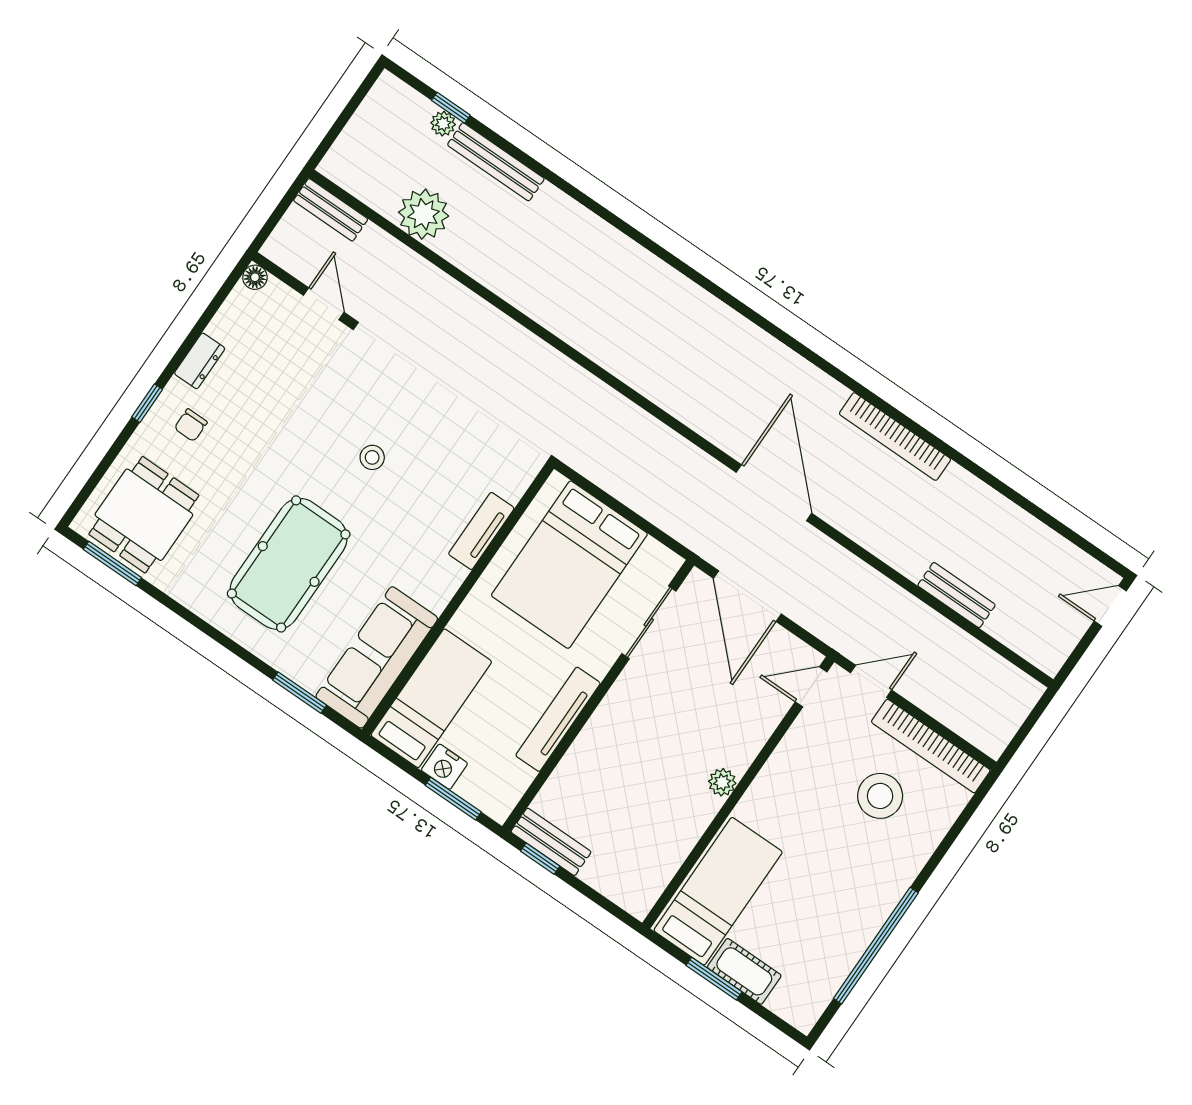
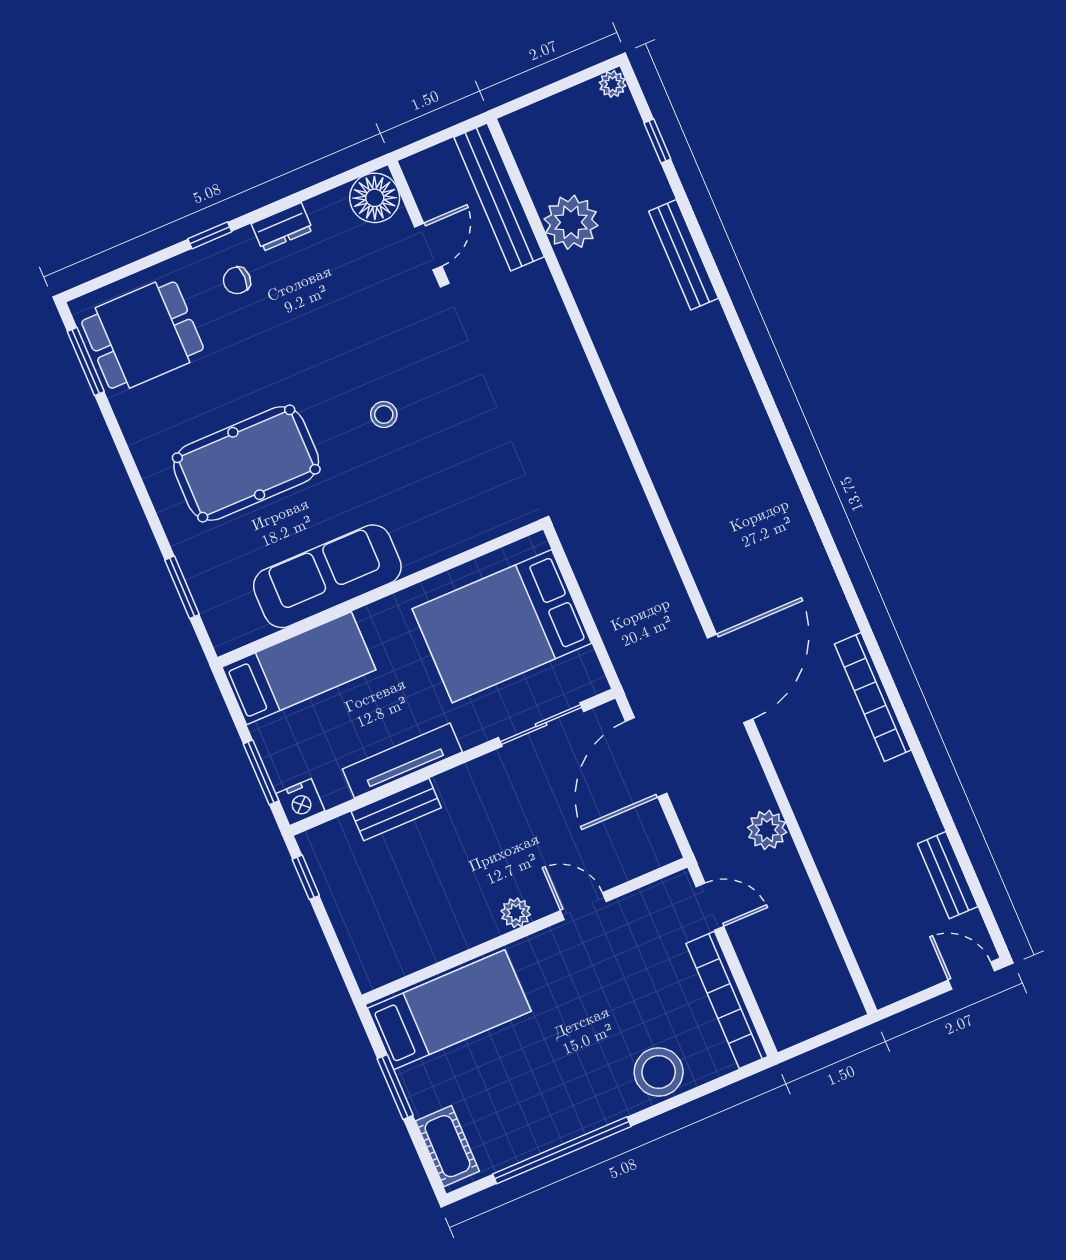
plant: (443, 124) -> (613, 84), moved
bench: (496, 162) -> (684, 255), moved
bench: (331, 210) -> (499, 197), width x1.86, depth x1.21
floor lamp: (255, 277) -> (375, 198), width x1.89, depth x1.89
tv unit: (481, 531) -> (441, 545), removed
plant: (878, 593) -> (767, 830), added
bench: (957, 595) -> (948, 875), moved
sofa: (377, 657) -> (327, 576), moved
door: (811, 687) -> (583, 906), moved
nightstand: (444, 767) -> (300, 802), moved, turned -90
stool: (880, 796) -> (659, 1072), moved
bench: (551, 842) -> (396, 810), moved, turned 90
cot: (744, 971) -> (447, 1146), moved

